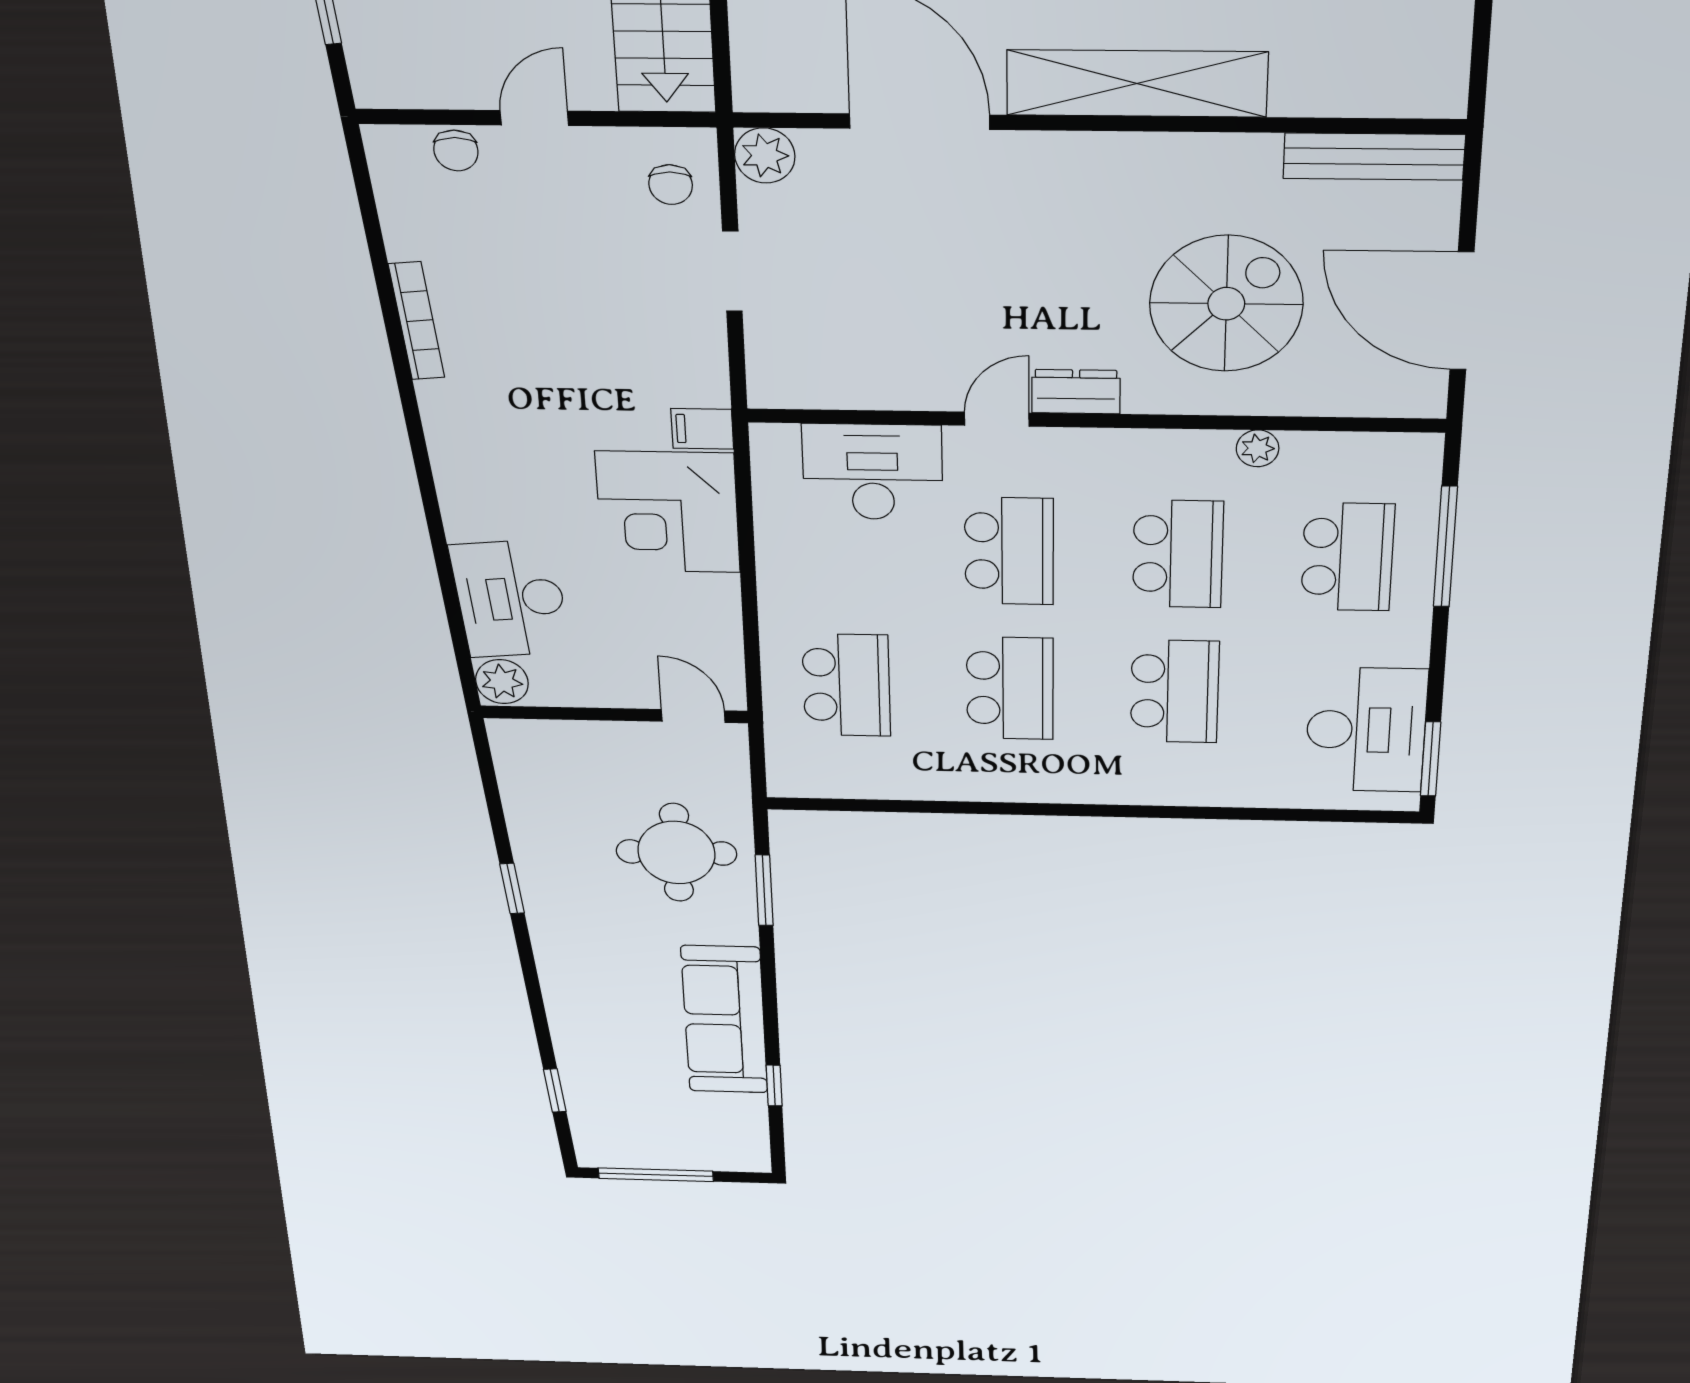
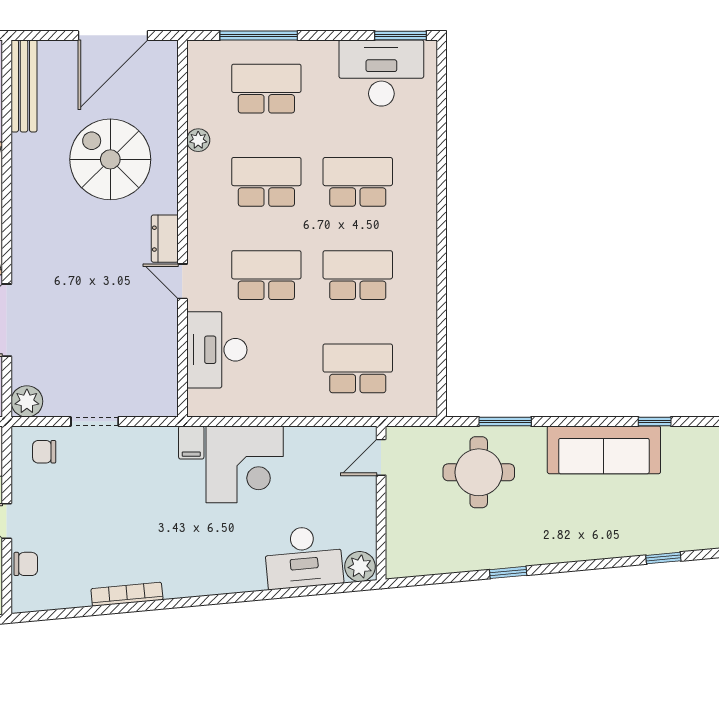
chair: (671, 185) -> (44, 452), turned 180

